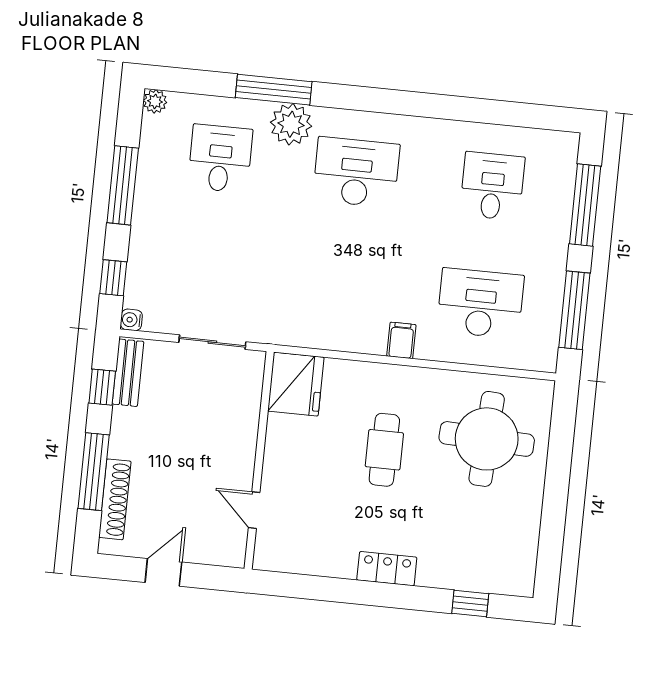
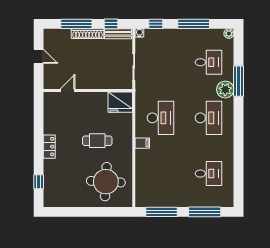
desk: (480, 303) -> (160, 118), moved
shoe rack: (115, 499) -> (87, 34), moved

